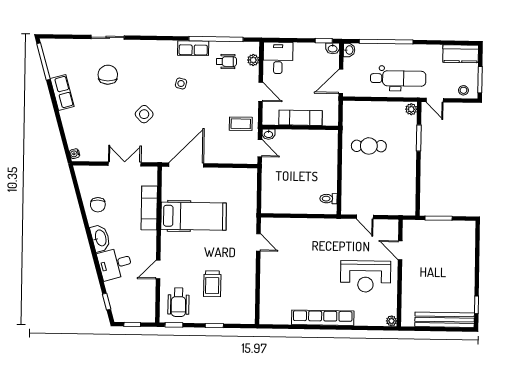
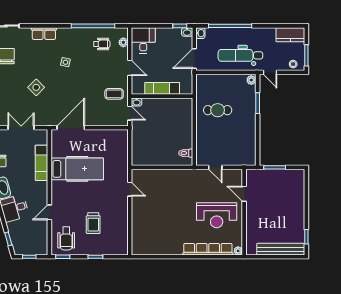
row of seats: (193, 48) -> (44, 34), moved
dental chair: (398, 78) -> (240, 55), turned 180
row of seats: (323, 318) -> (208, 249), moved

